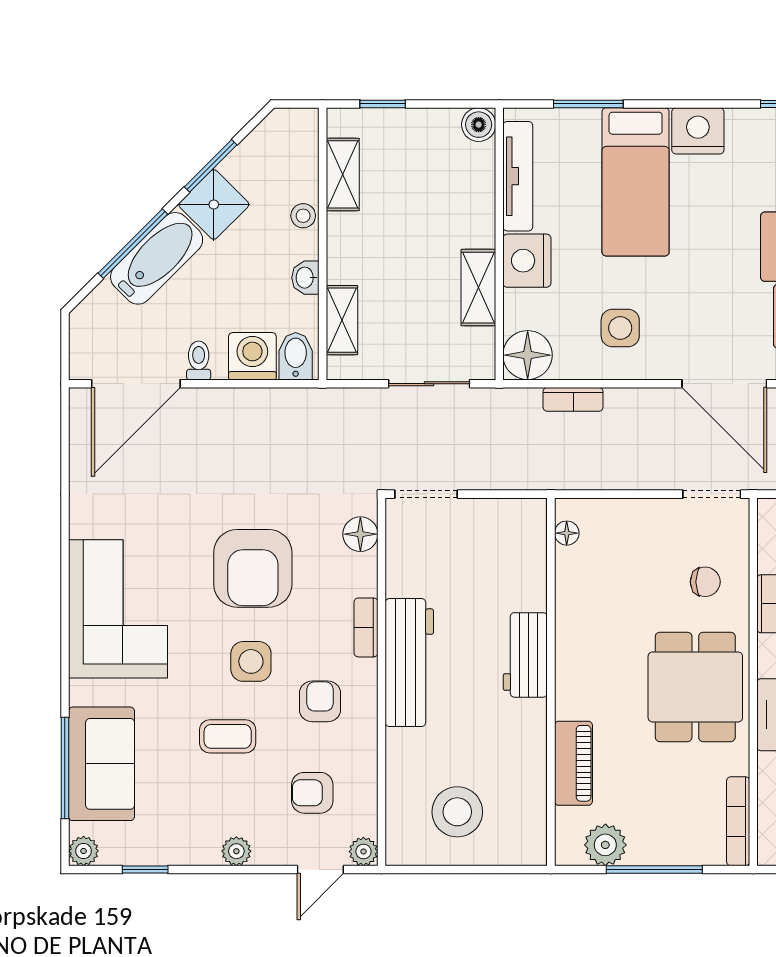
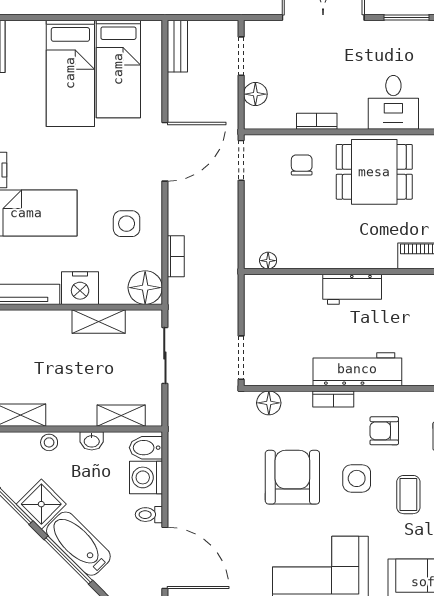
armchair: (253, 568) -> (292, 477), turned -90

